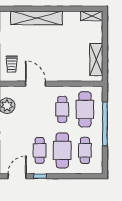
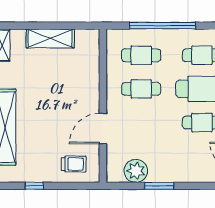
shelving: (96, 60) -> (50, 38), moved
cafe table: (85, 109) -> (141, 55), width x0.73, depth x0.74

